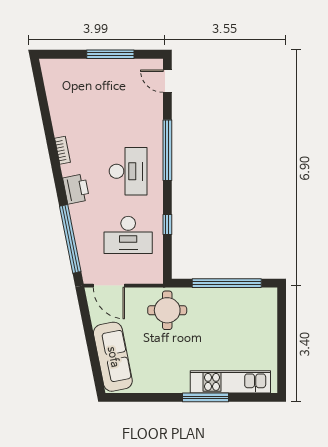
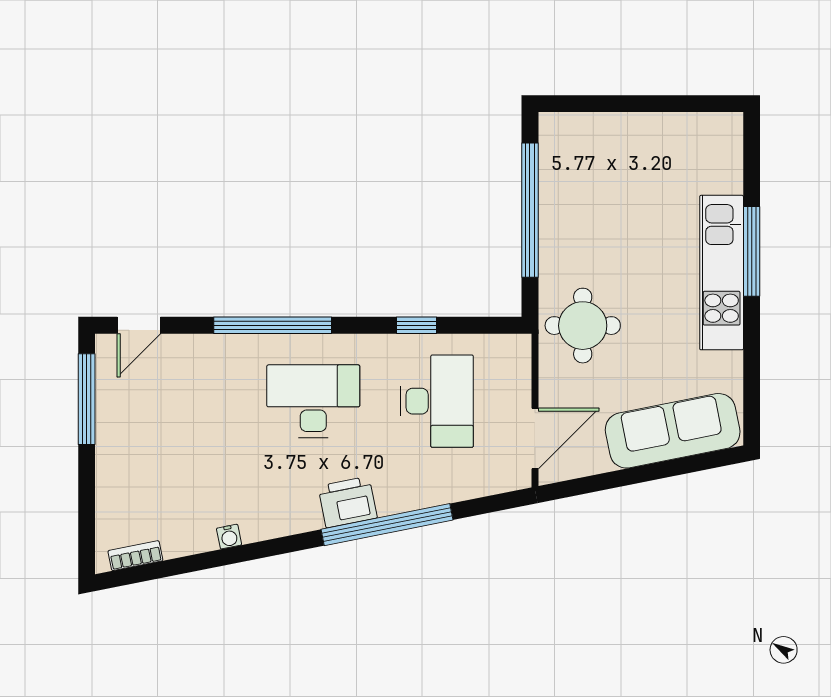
window: (110, 54) -> (87, 399), moved
water cooler: (58, 128) -> (229, 537), added
bookcase: (62, 150) -> (135, 556), moved
window: (70, 239) -> (387, 525), moved
kitchen unit: (230, 382) -> (722, 273), moved

